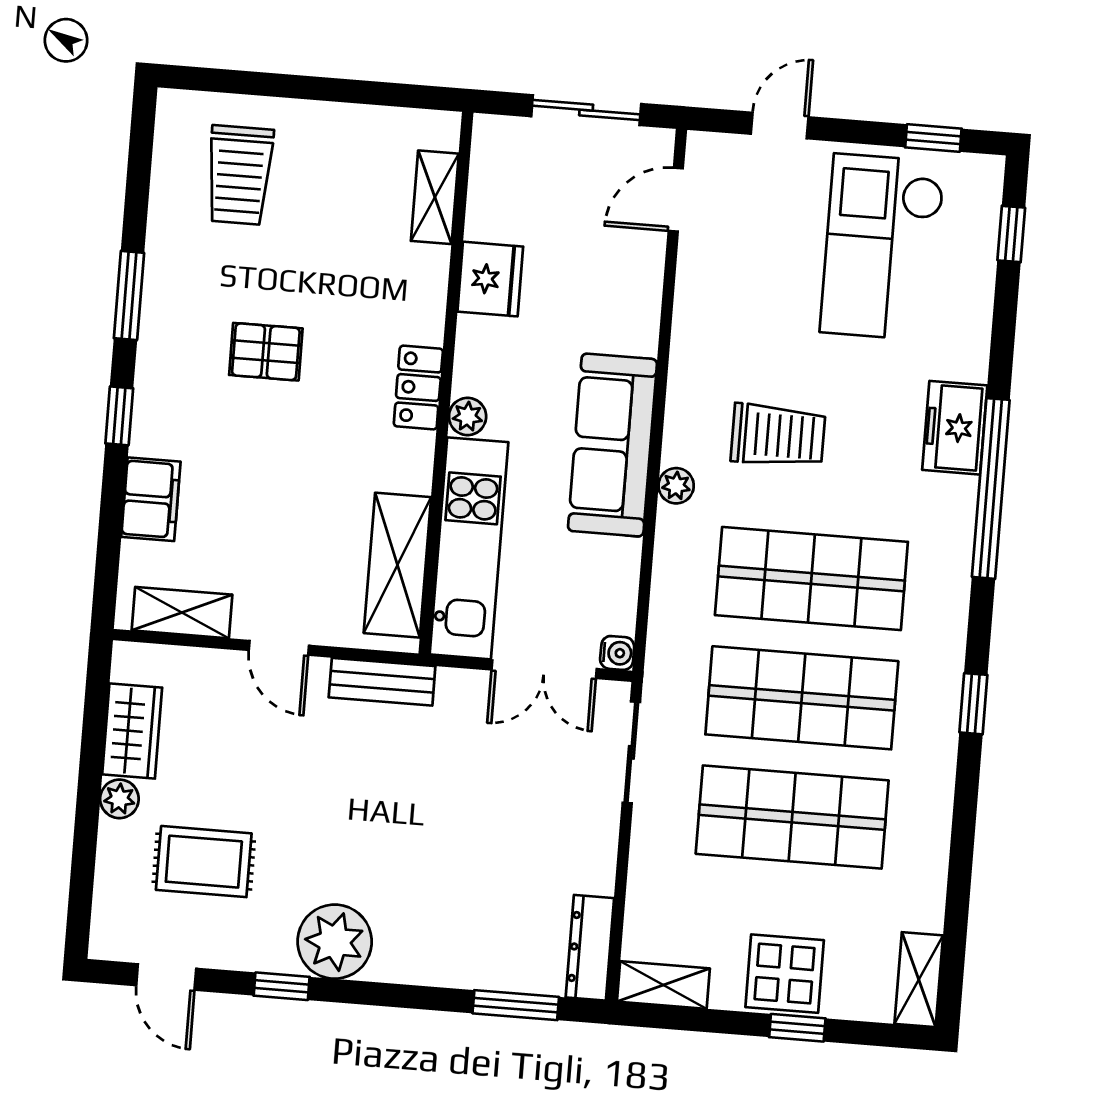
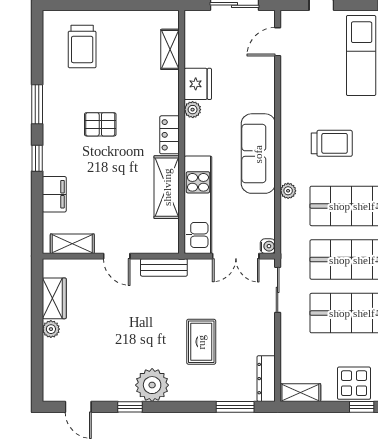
plant: (468, 416) -> (193, 110), moved
plant: (676, 486) -> (288, 191), moved
shelving: (397, 565) -> (167, 187), moved
rug: (204, 862) -> (201, 342), moved, turned 90

